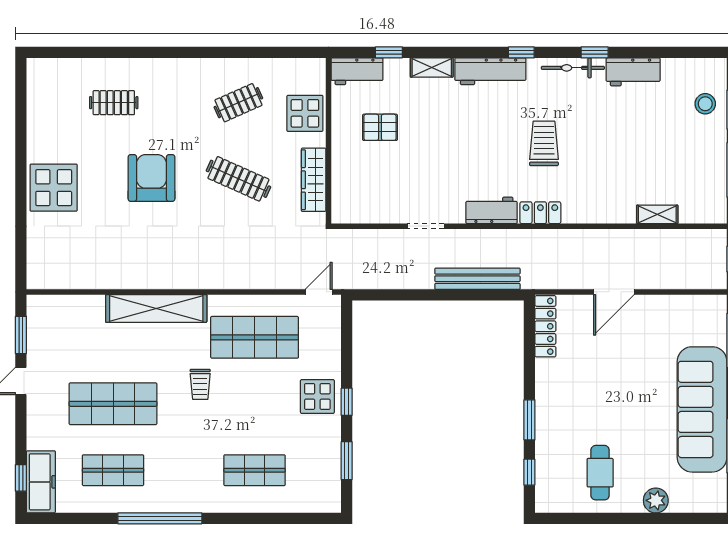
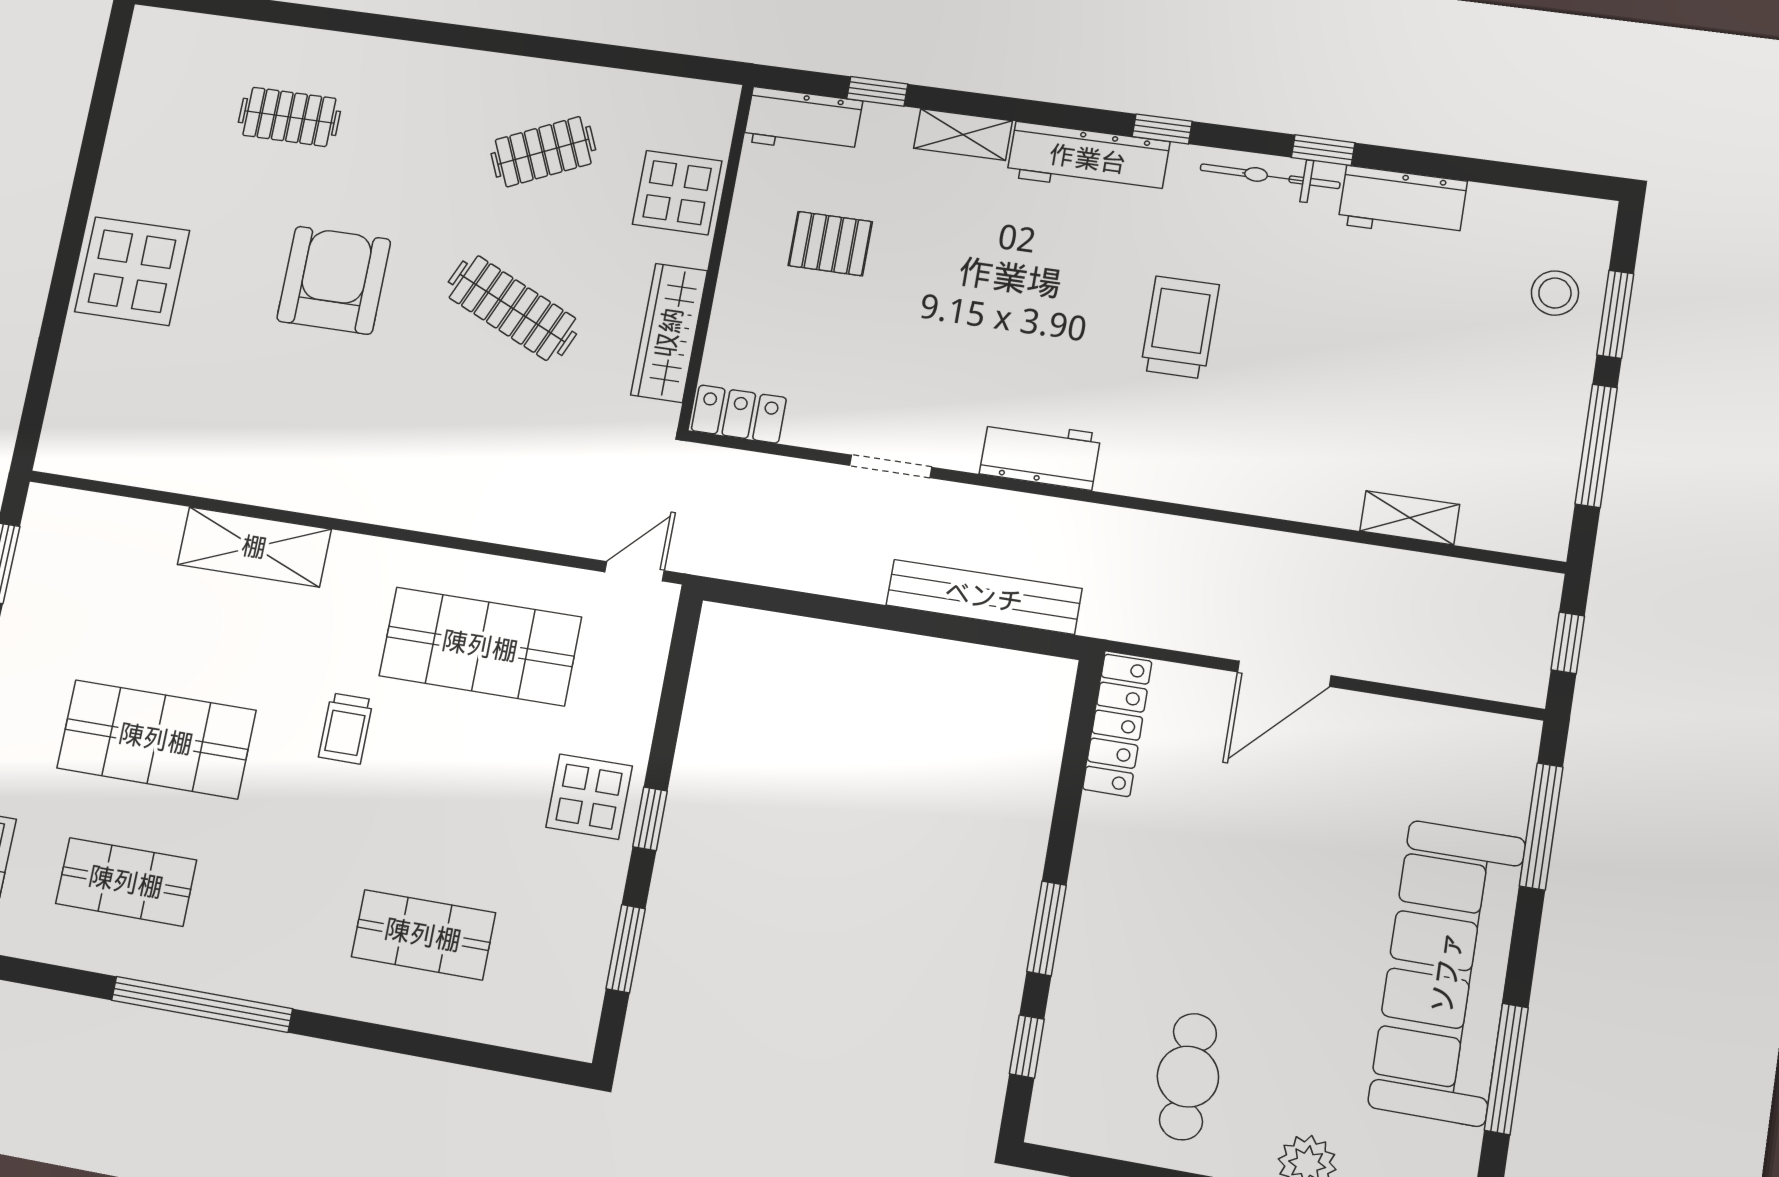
locker: (540, 213) -> (739, 414), moved
shelving: (156, 308) -> (254, 547), width x0.68

